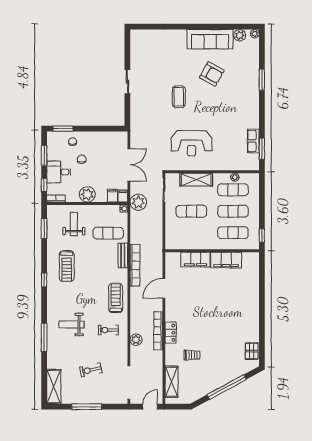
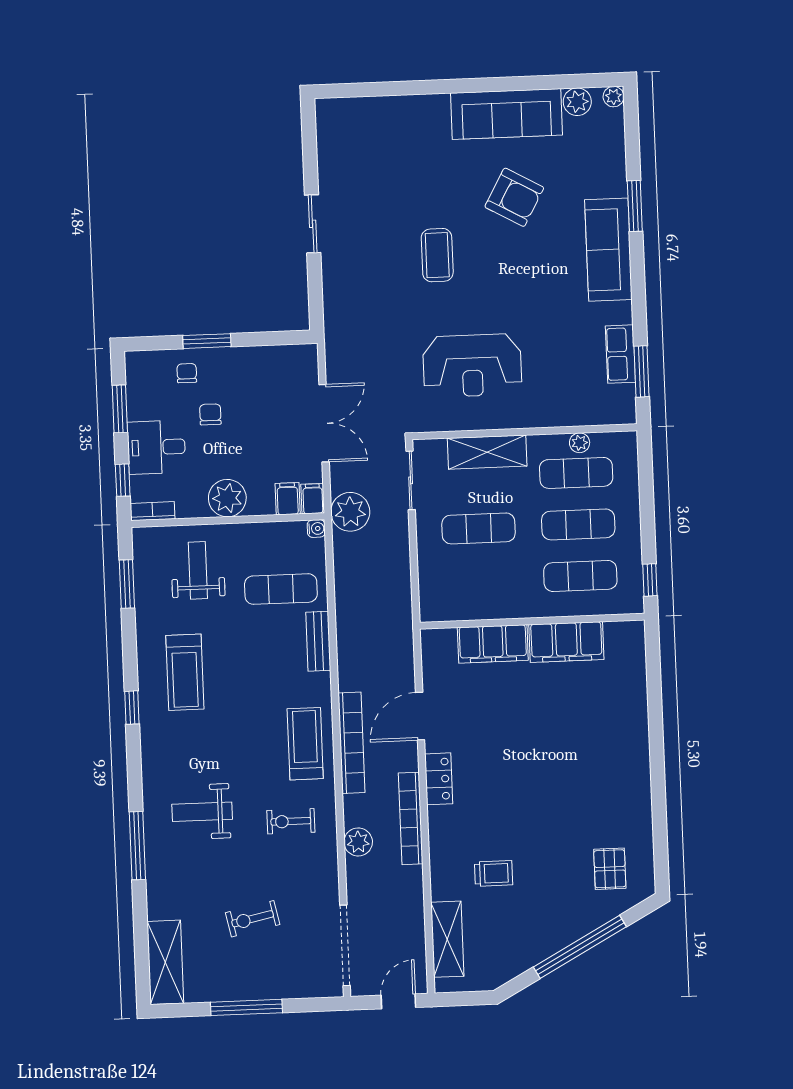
sofa: (250, 97) -> (608, 250), added
window: (63, 129) -> (207, 341), moved
bookcase: (135, 265) -> (351, 743), moved
locker: (171, 333) -> (439, 779), moved
pallet: (252, 351) -> (610, 869), moved

